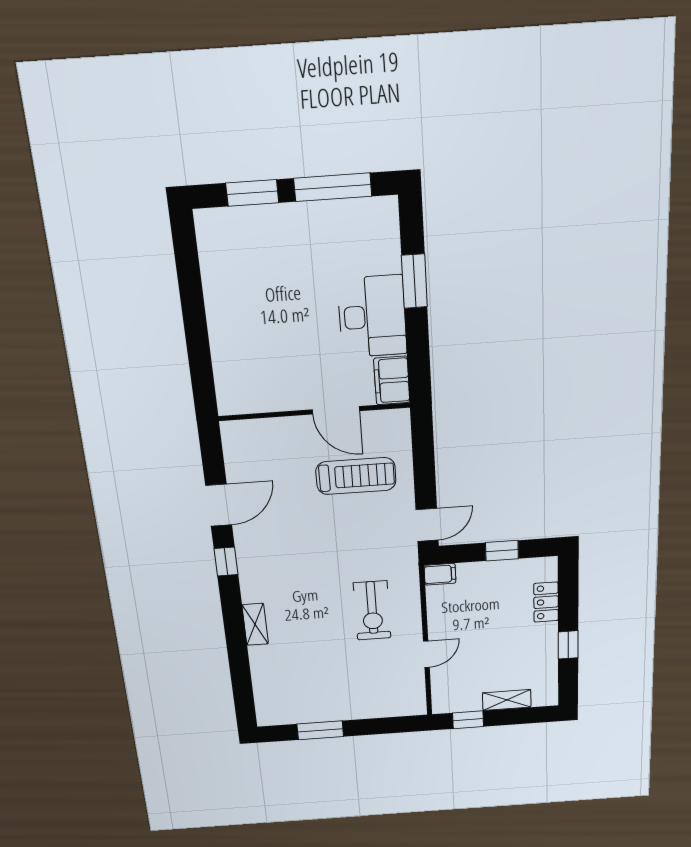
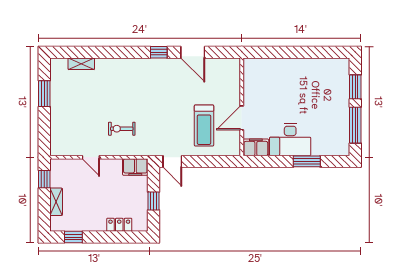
filing cabinet: (440, 574) -> (135, 167), width x2.00
exercise bike: (372, 611) -> (122, 129), width x0.73, depth x0.72
shelving: (255, 624) -> (81, 64), moved
window: (568, 645) -> (73, 237), moved

